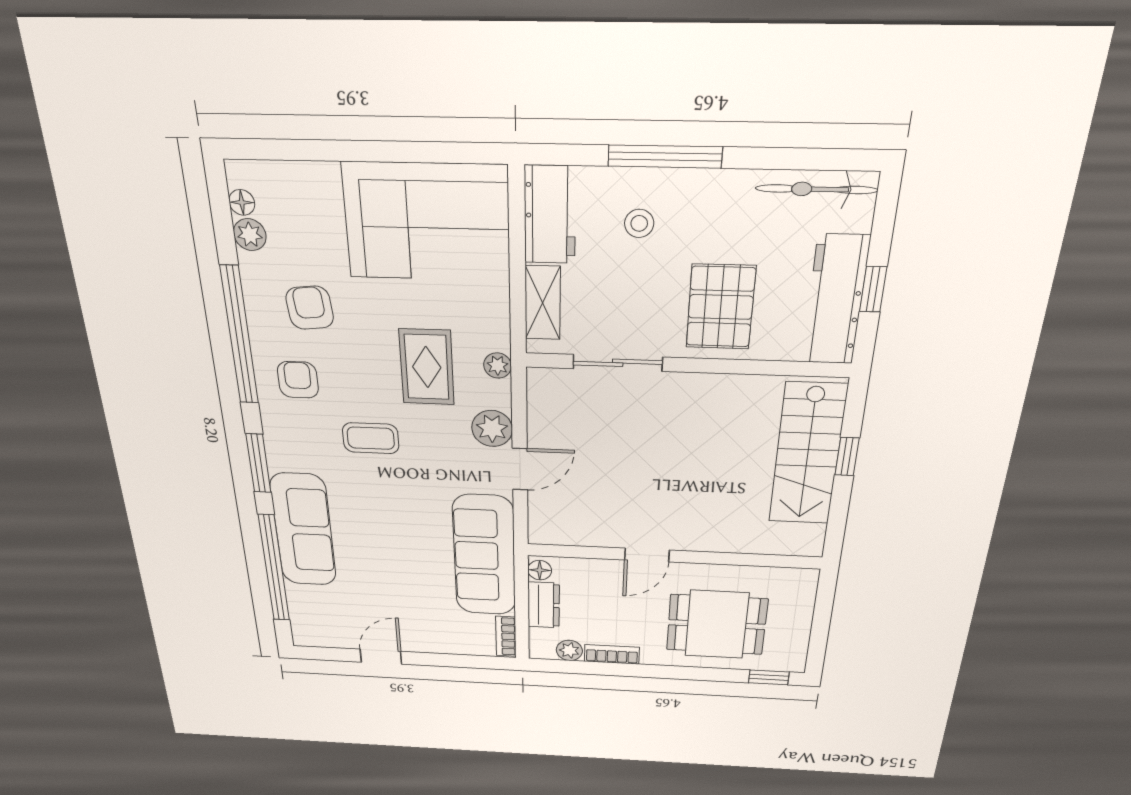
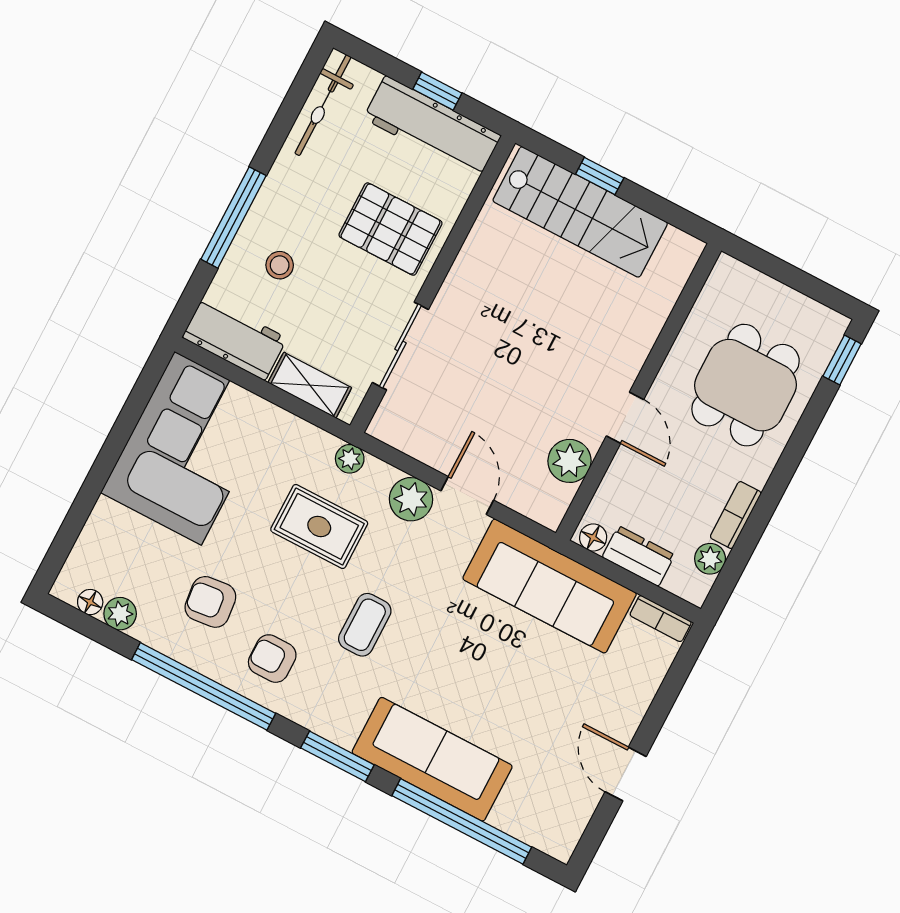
plant: (590, 531) -> (569, 461), added

